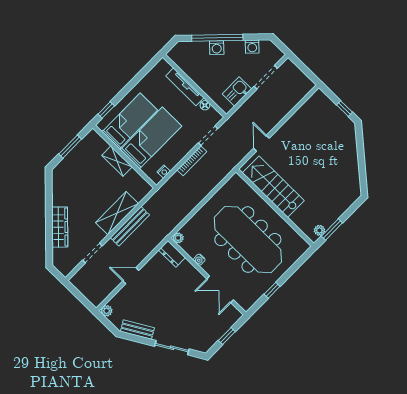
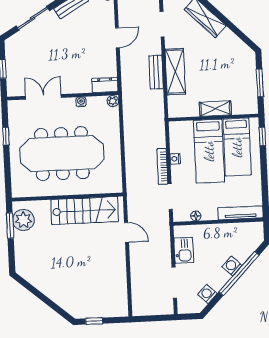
tv unit: (185, 87) -> (240, 213), moved
nightstand: (164, 172) -> (175, 159), moved
bench: (130, 226) -> (156, 72), width x0.73
plant: (319, 230) -> (23, 220), width x1.88, depth x1.88

